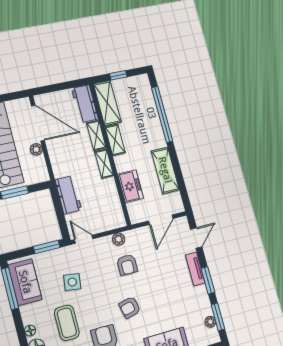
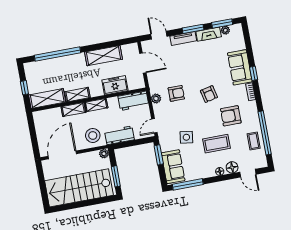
workbench: (85, 104) -> (133, 101), moved
plant: (36, 149) -> (104, 154), moved
stool: (66, 161) -> (93, 135), added
sofa: (25, 282) -> (173, 167), moved, turned 90
fireplace: (204, 301) -> (209, 34), added

